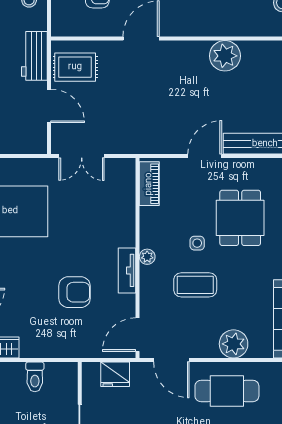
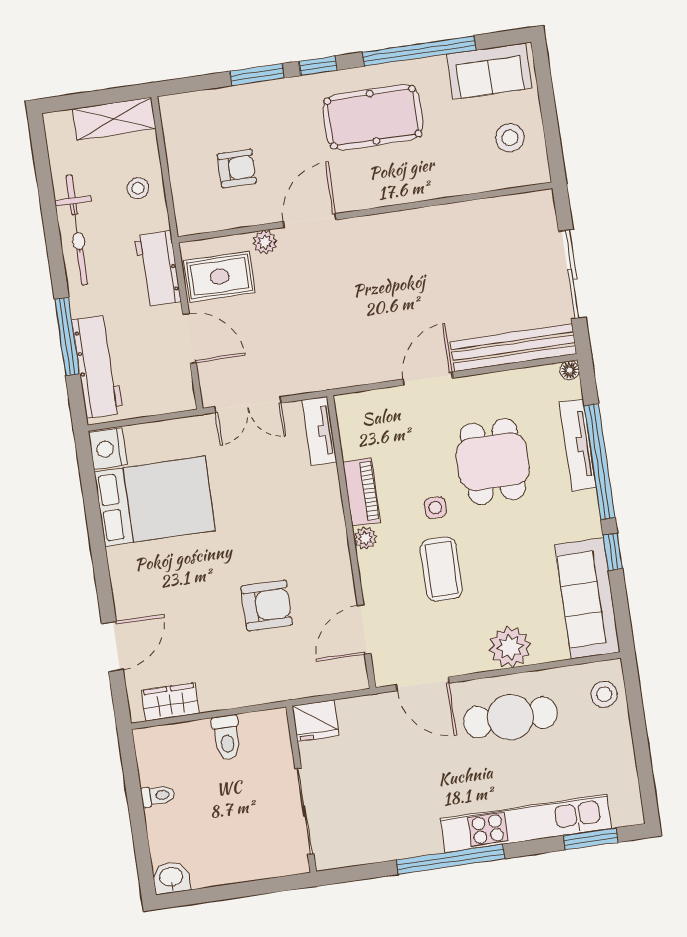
plant: (225, 56) -> (265, 242), moved, width x0.53, depth x0.53
piano: (149, 184) -> (362, 492), moved
tv unit: (127, 270) -> (319, 431), moved
coffee table: (195, 285) -> (441, 569), turned 90
door: (138, 335) -> (364, 630), moved
fridge: (115, 374) -> (315, 721), moved

